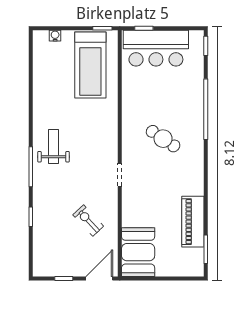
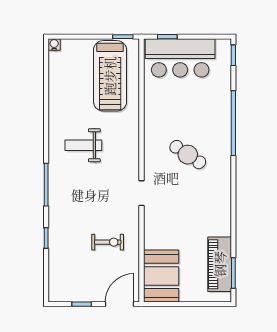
water cooler: (55, 36) -> (54, 44), moved
weight bench: (53, 146) -> (83, 145), moved, turned -90
exercise bike: (88, 221) -> (108, 242), turned 133
piano: (193, 222) -> (220, 264), moved

